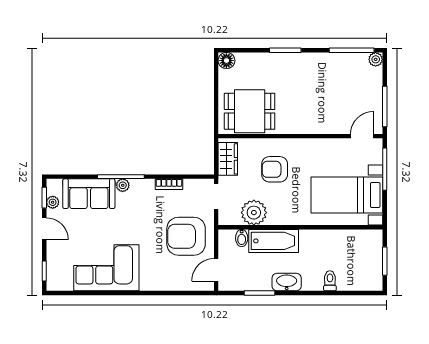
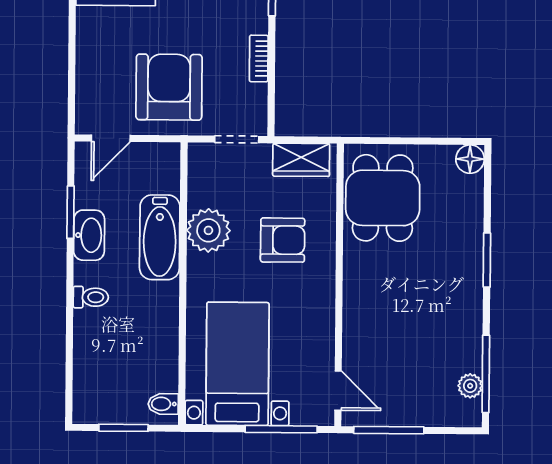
plant: (376, 59) -> (470, 386), moved
armchair: (275, 169) -> (283, 240), turned 90
plant: (254, 213) -> (208, 230), moved
bidet: (242, 238) -> (163, 404), moved
door: (216, 270) -> (111, 138), swing flipped
toilet: (330, 281) -> (91, 297), moved
washbasin: (287, 282) -> (89, 235), moved

